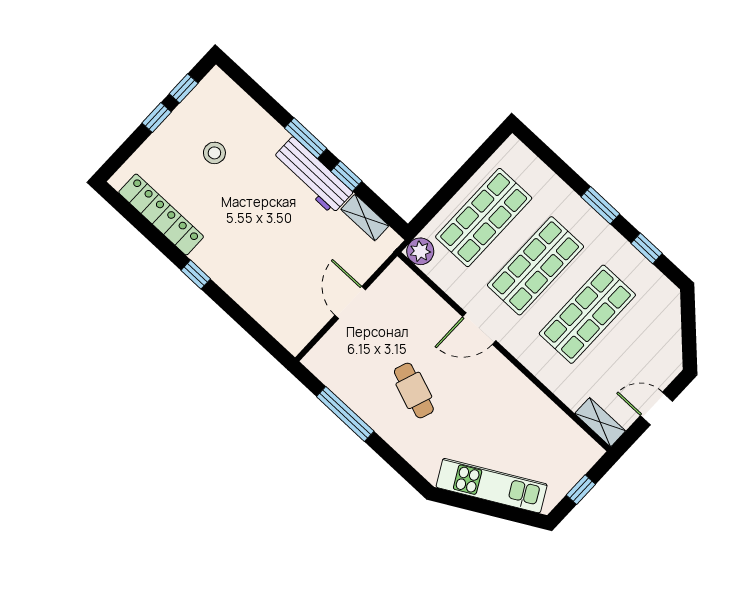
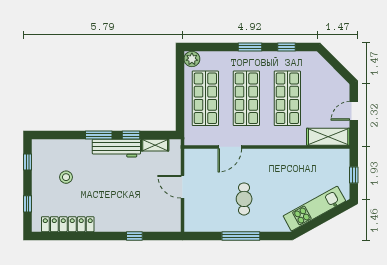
window: (157, 117) -> (28, 204), moved
plant: (420, 251) -> (192, 59), moved
window: (196, 275) -> (134, 236), moved
door: (479, 329) -> (230, 147), moved
cafe table: (414, 390) -> (244, 199), turned 70
window: (345, 414) -> (241, 236), moved
shelving: (600, 422) -> (328, 137), width x1.50, depth x1.33

